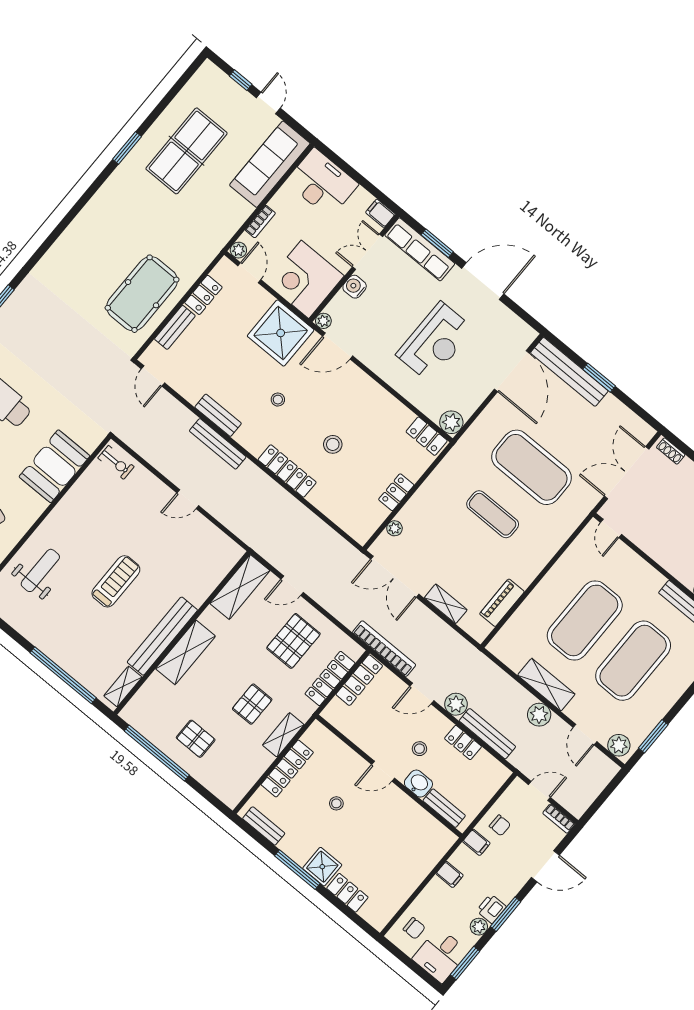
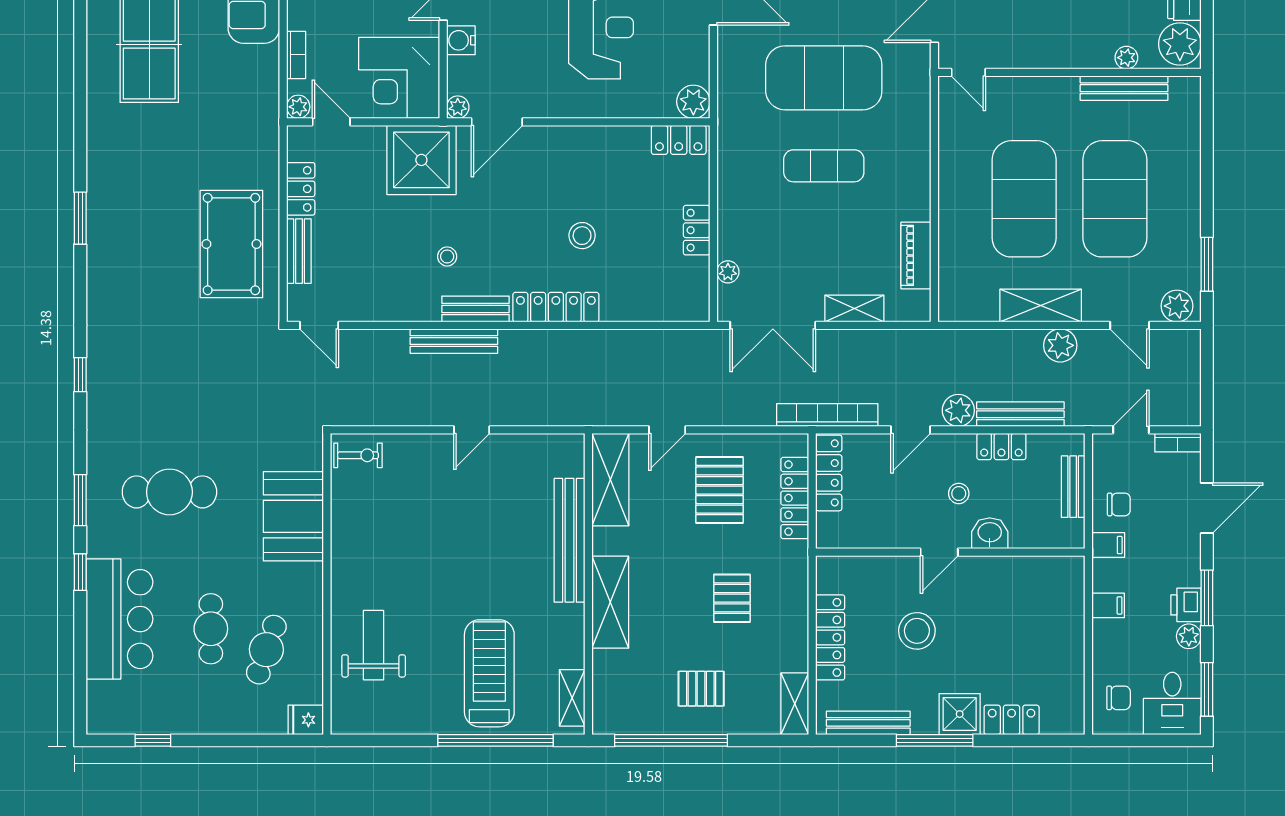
window: (127, 148) -> (80, 218), moved
stool: (278, 400) -> (447, 256), moved
bench: (218, 415) -> (475, 309), moved
treadmill: (116, 581) -> (489, 673), moved, width x1.37, depth x1.38
bench: (162, 636) -> (570, 540), moved
shelving: (283, 735) -> (795, 704), moved
stool: (336, 803) -> (917, 631), width x1.89, depth x1.89
bench: (444, 808) -> (1073, 487), moved, turned 90
bench: (264, 826) -> (868, 723), width x1.36

